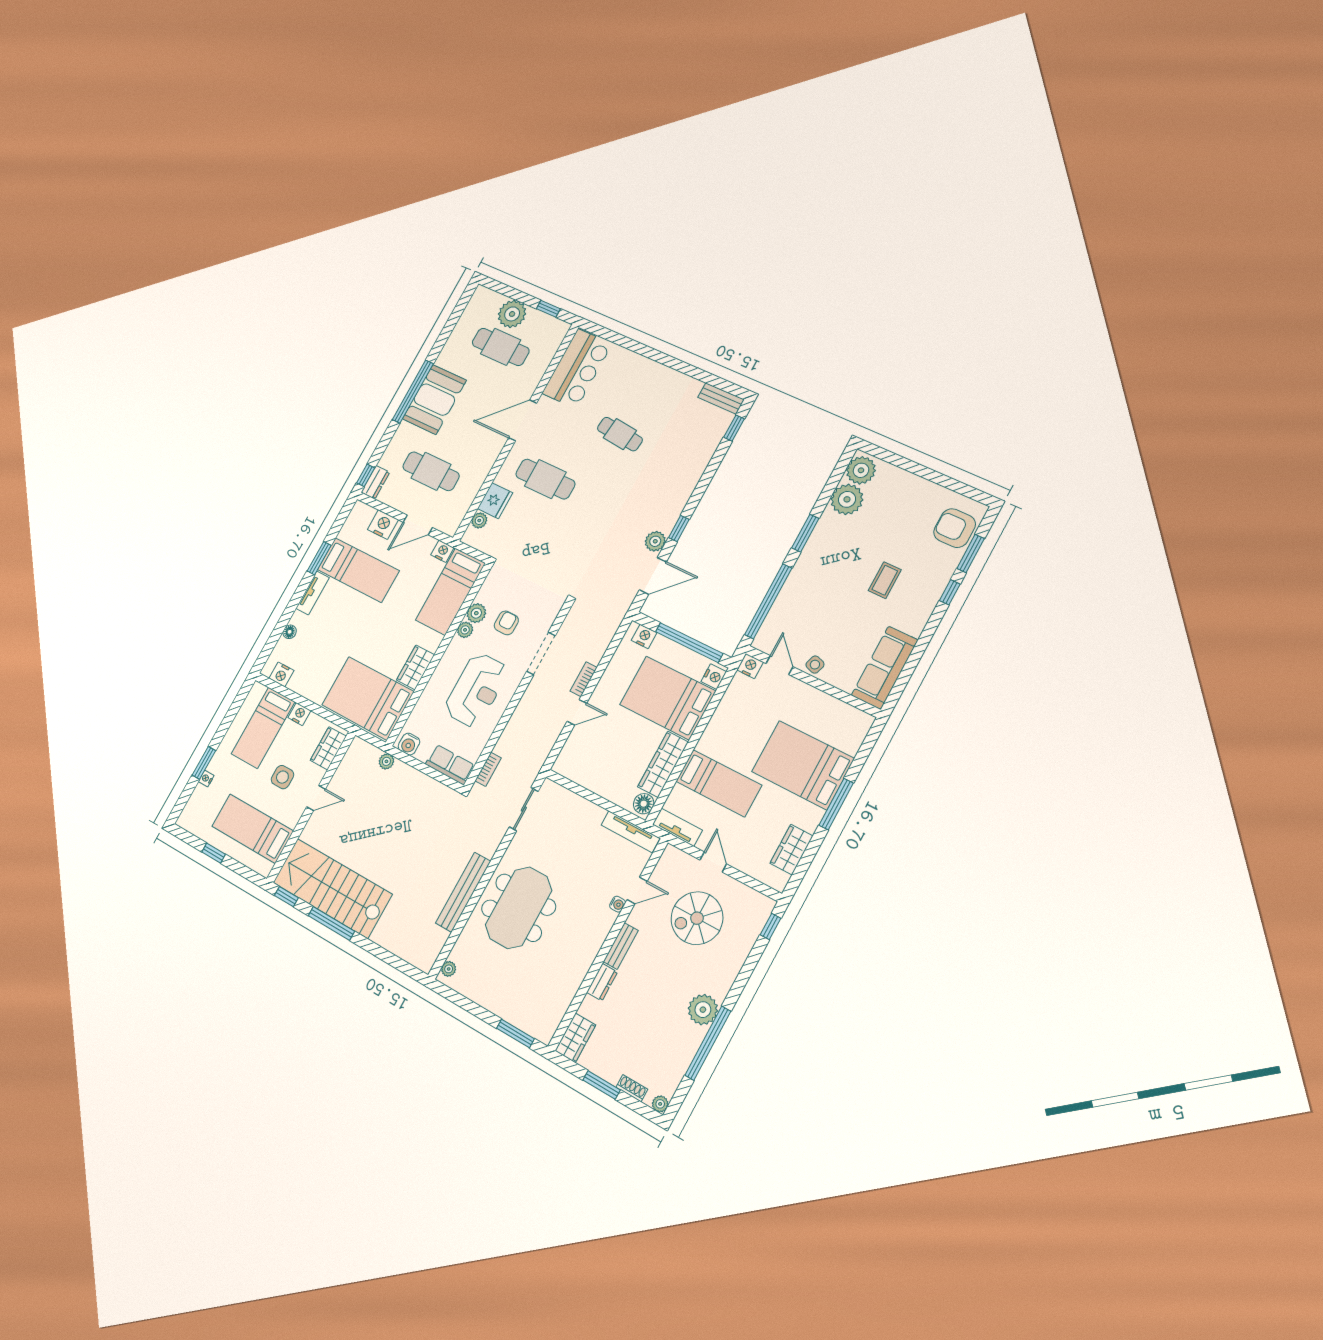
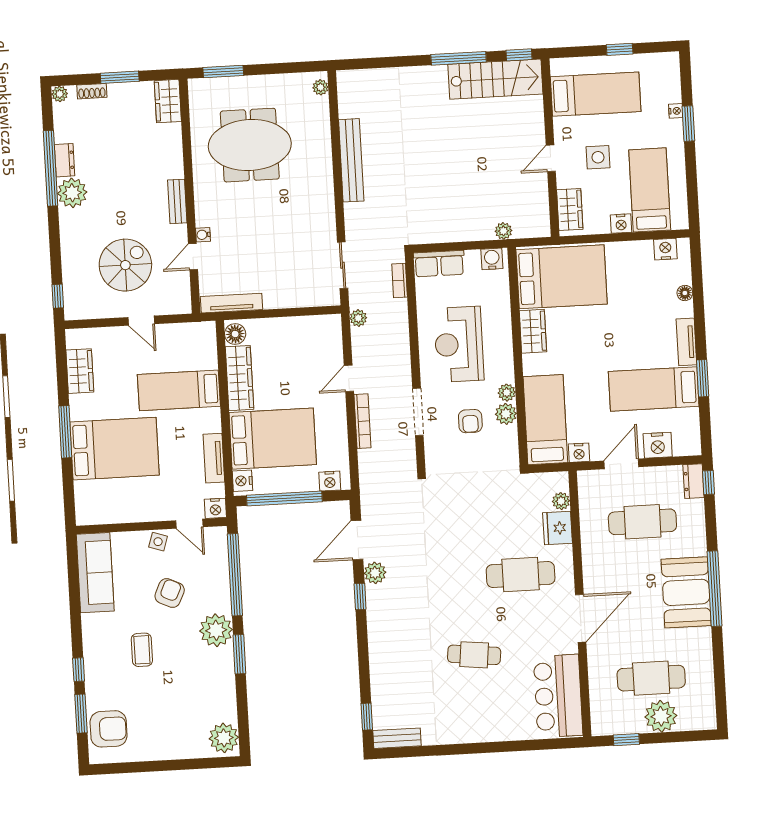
plant: (847, 499) -> (216, 630), moved
armchair: (832, 616) -> (170, 593), added
bookcase: (584, 679) -> (362, 421), width x1.56
plant: (539, 758) -> (358, 318), added
tv unit: (677, 827) -> (214, 458), moved, turned 90
stairs: (332, 888) -> (495, 79), width x0.73, depth x0.66
meeting table: (519, 908) -> (250, 145), moved, turned 90
dresser: (602, 982) -> (65, 160), moved, turned 180

